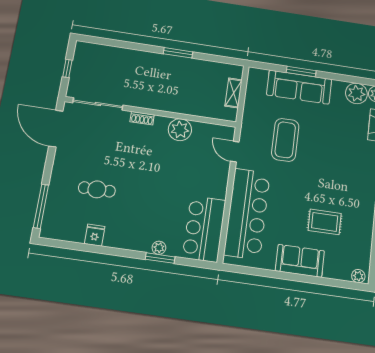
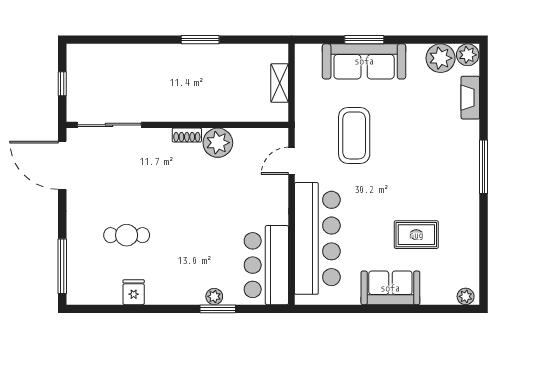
shoe rack: (142, 118) -> (187, 135), moved
door: (235, 152) -> (291, 161), hinge flipped

